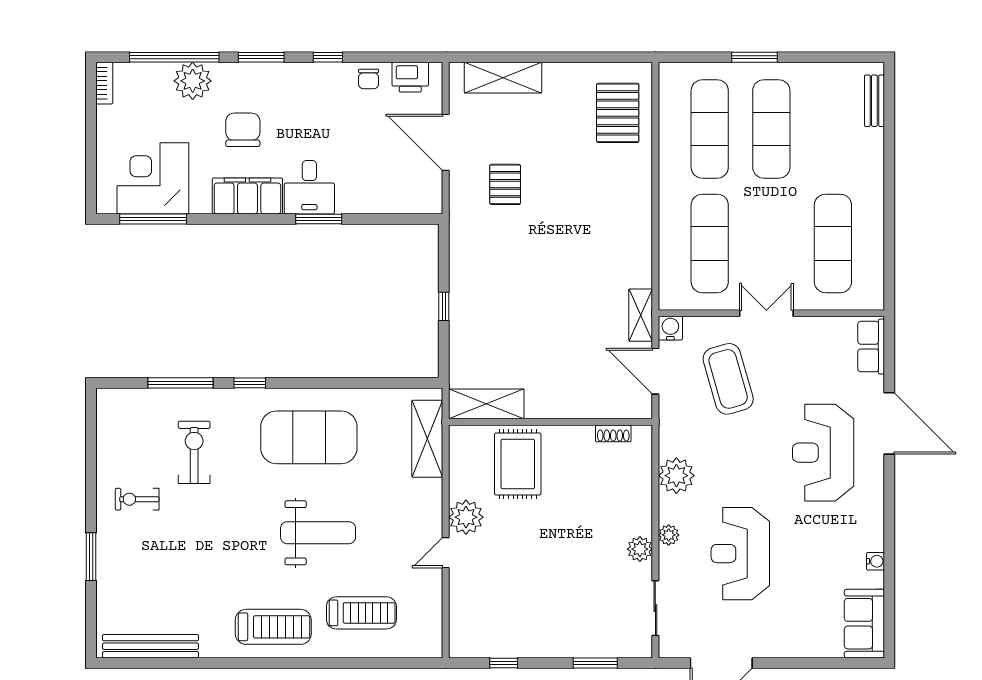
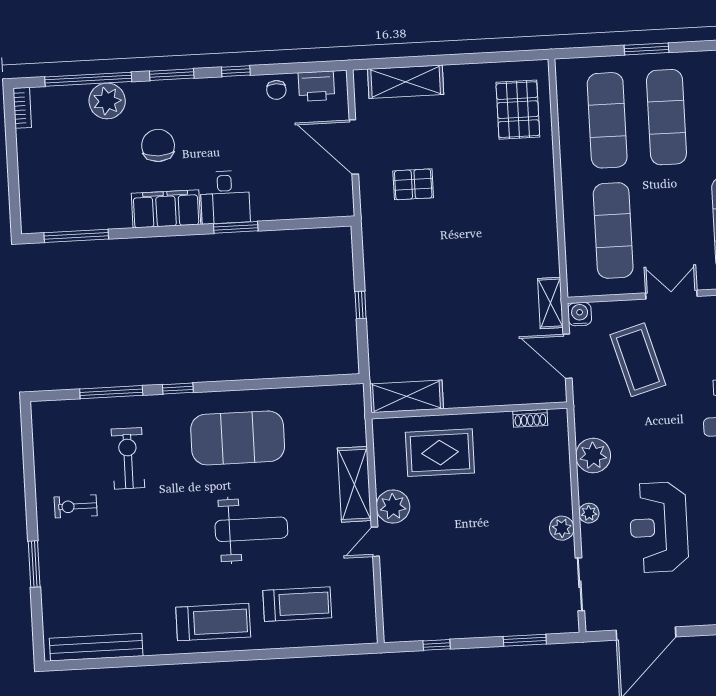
corner desk: (153, 178) -> (74, 197), removed
pallet: (505, 184) -> (413, 184), turned 90
shelving: (427, 439) -> (354, 484), moved
rug: (518, 464) -> (440, 453), turned 90

